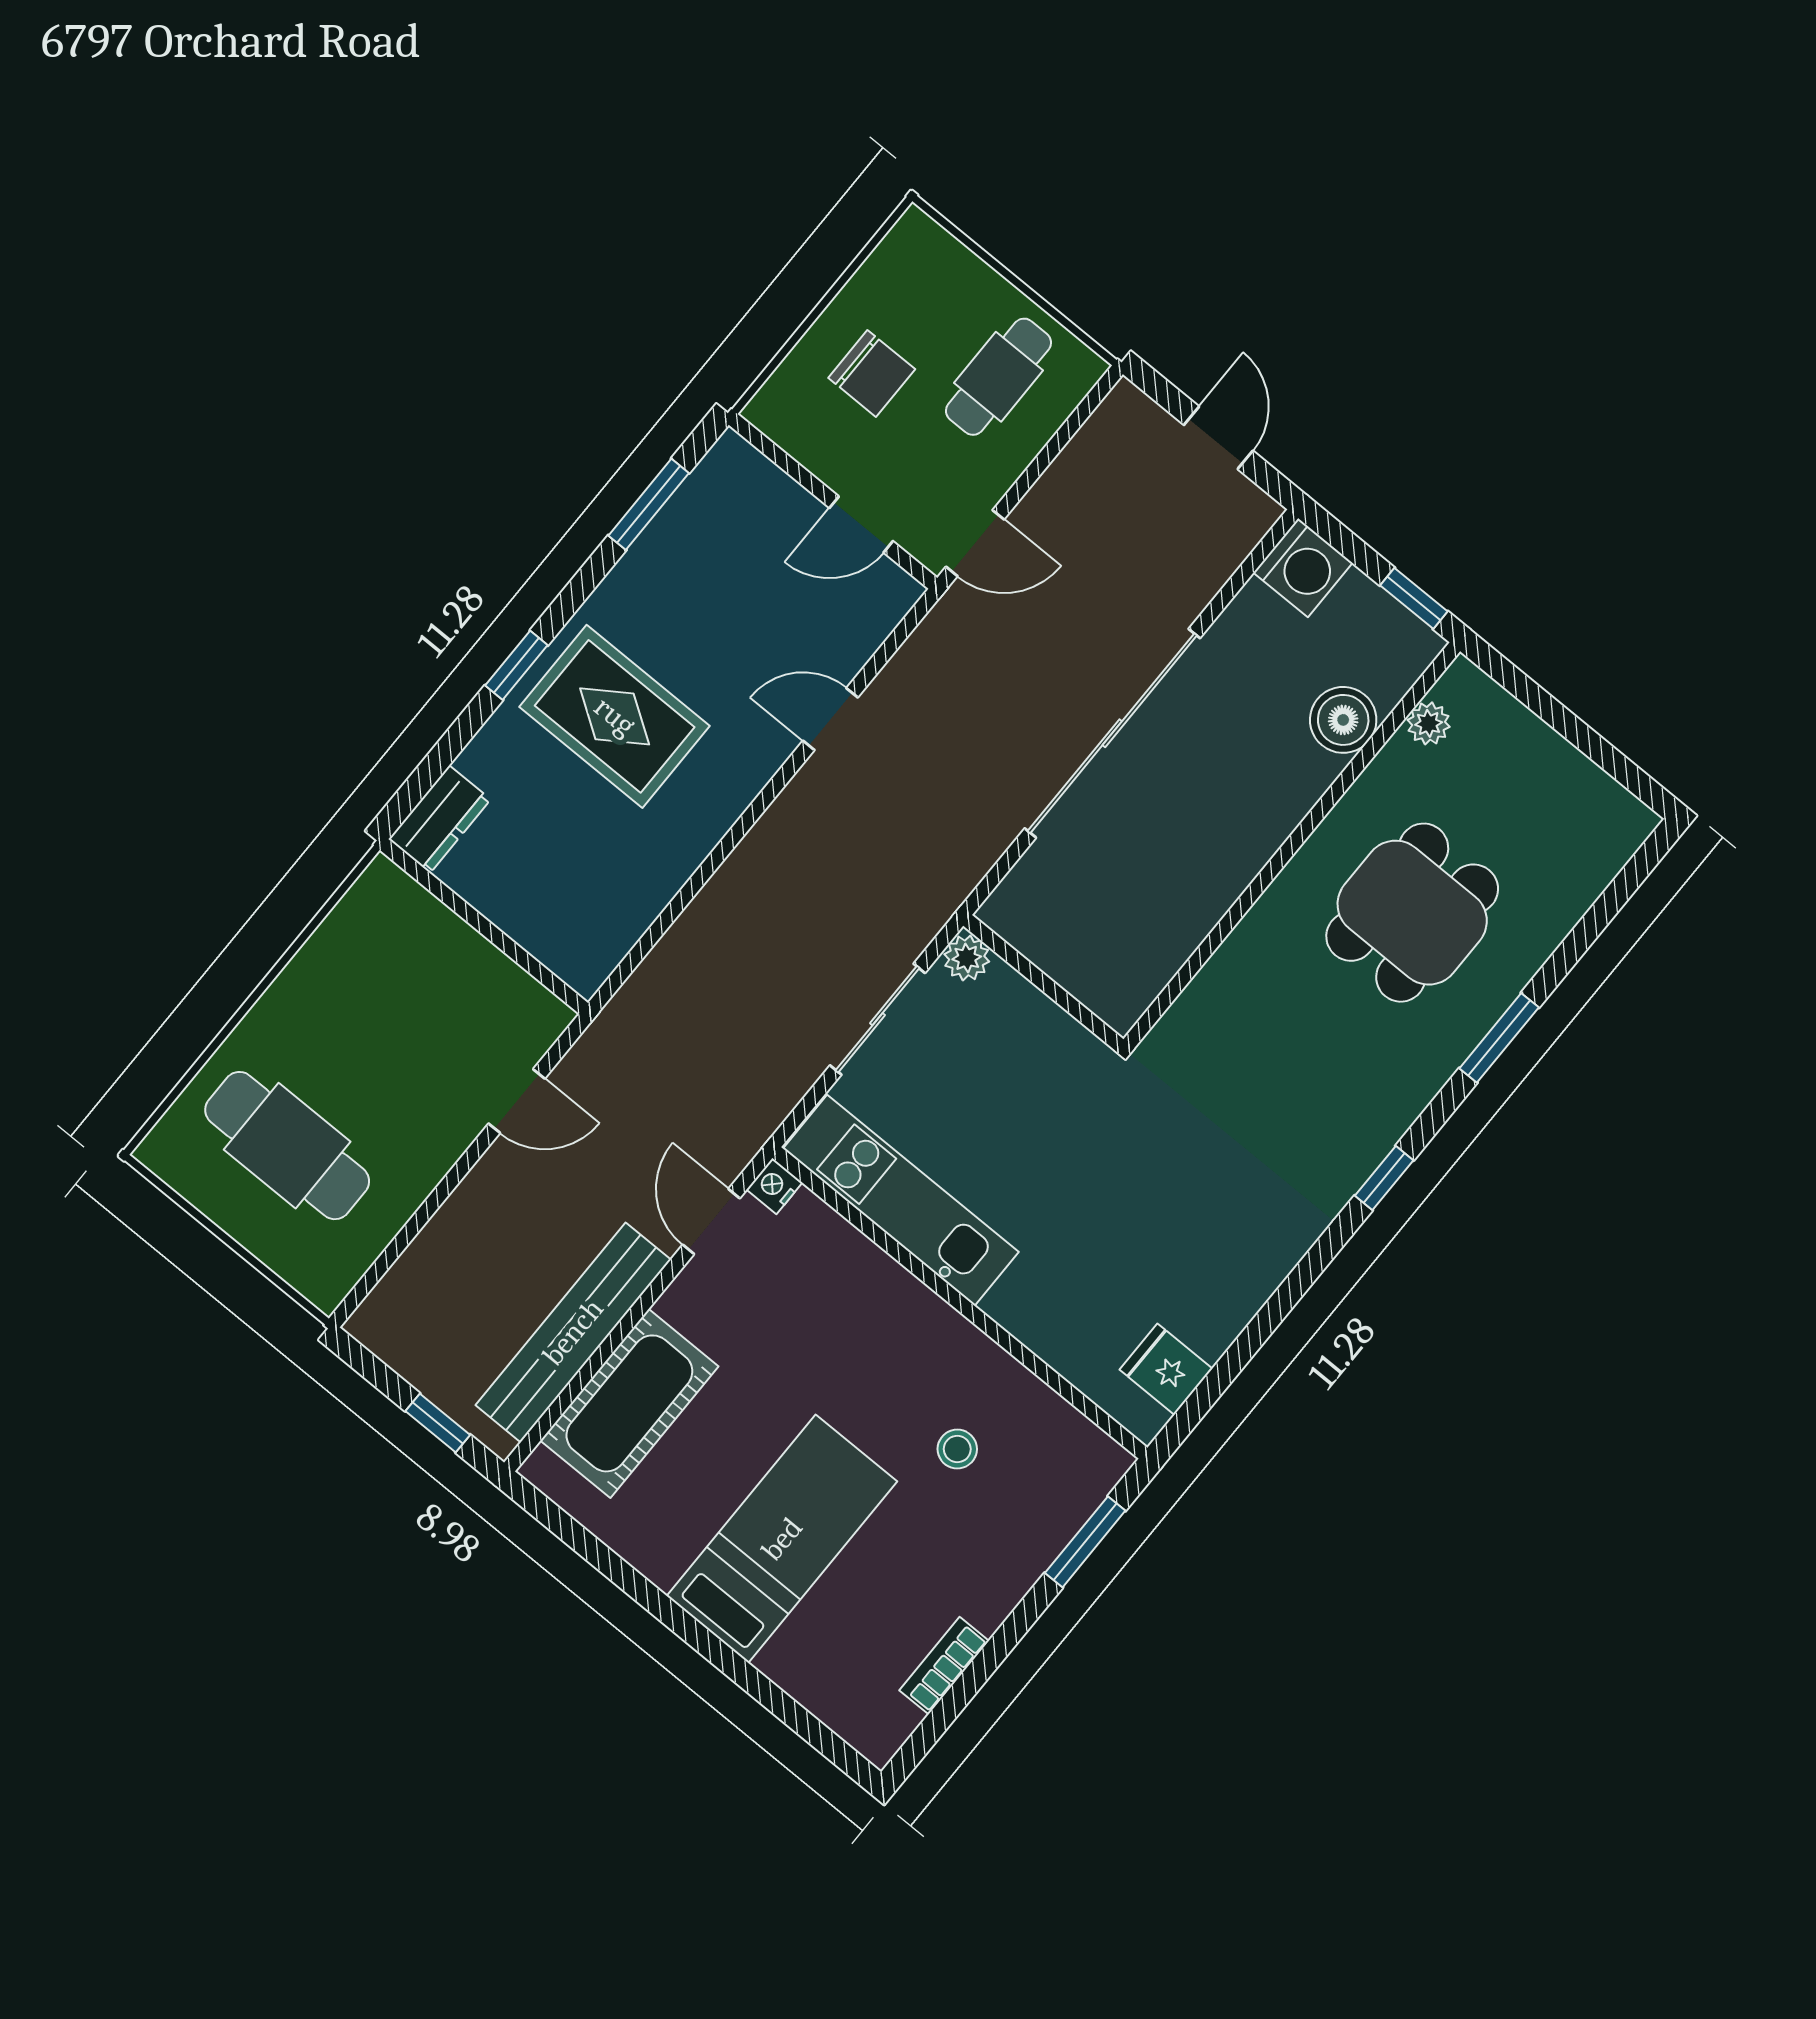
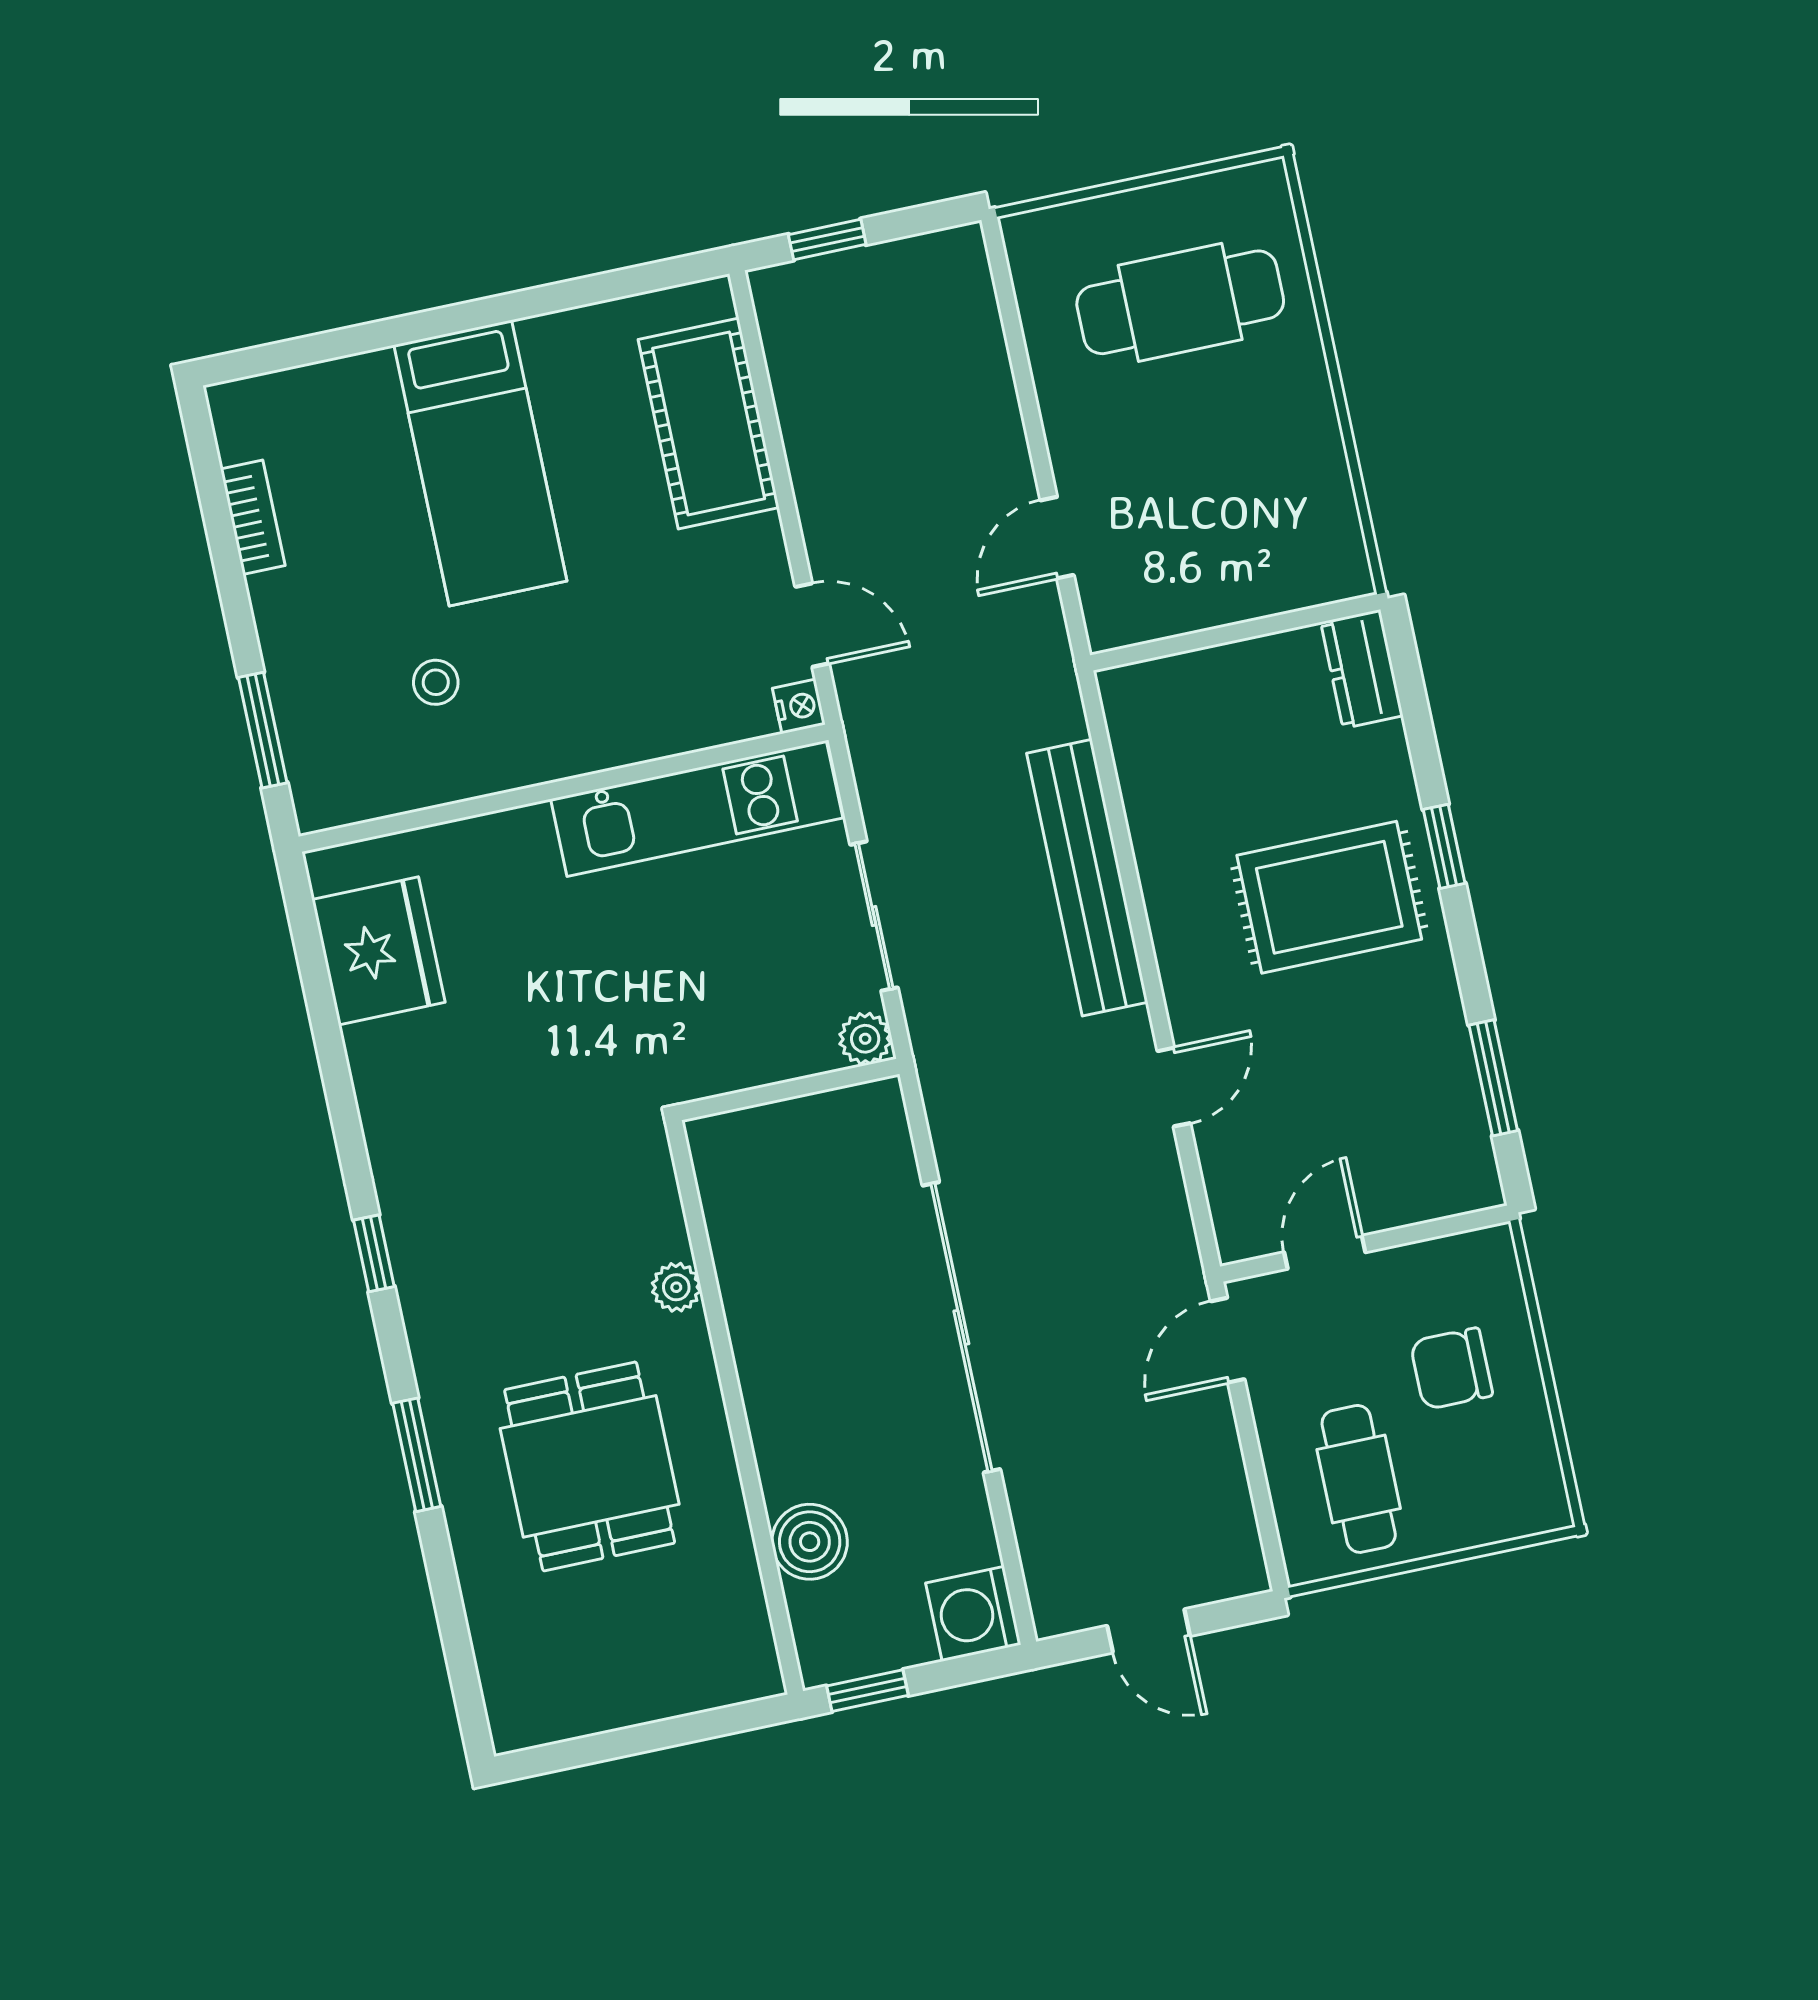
plant: (1429, 723) -> (676, 1287), moved
bench: (573, 1332) -> (1087, 878), moved
fridge: (1166, 1369) -> (378, 951), width x1.88, depth x1.34

